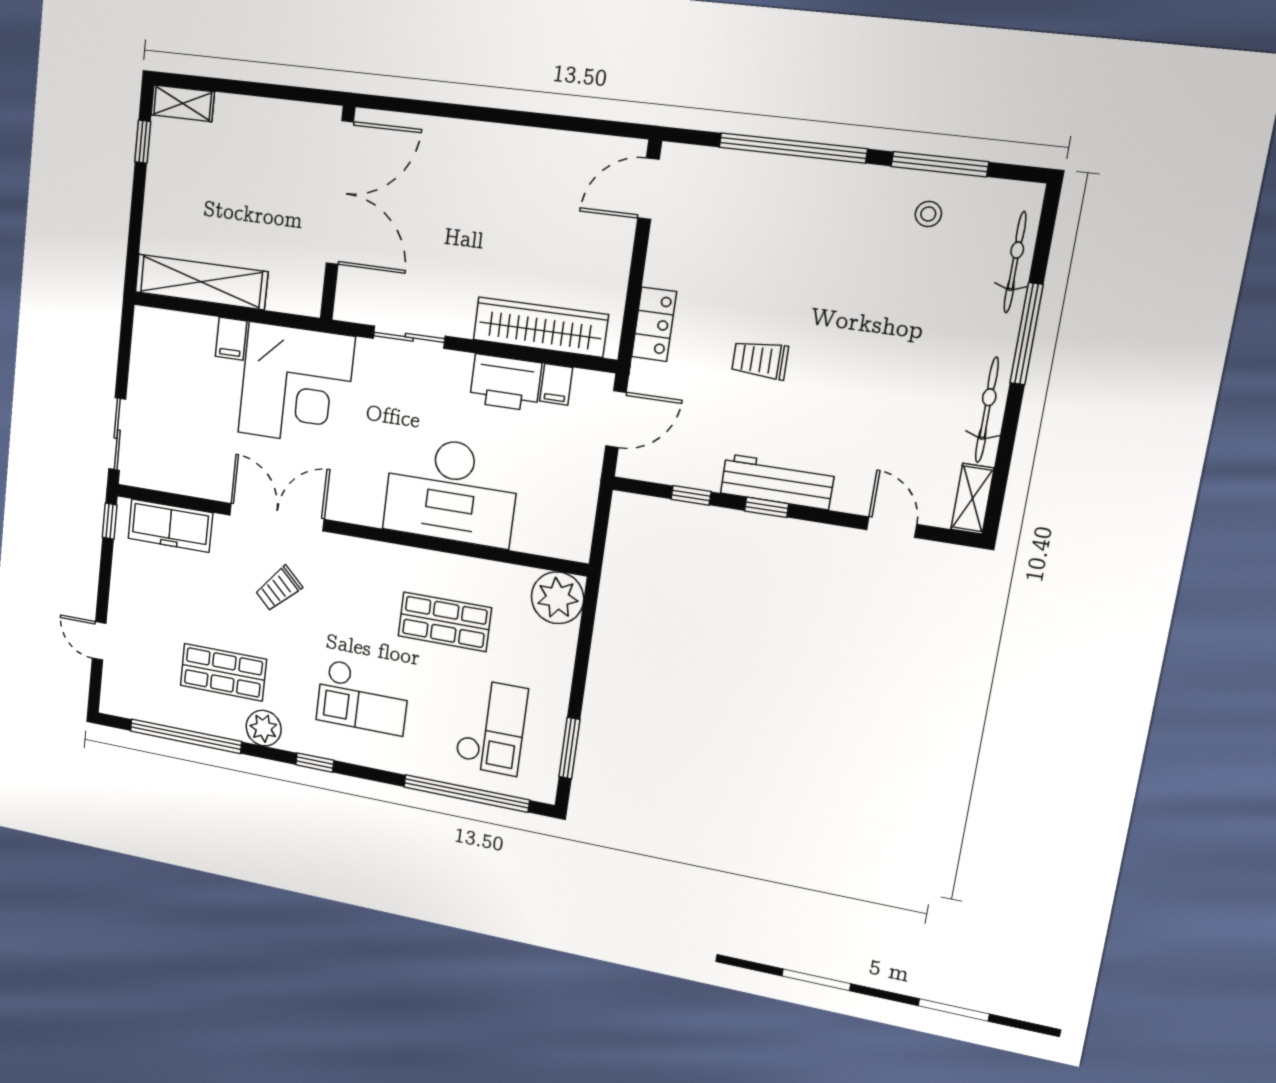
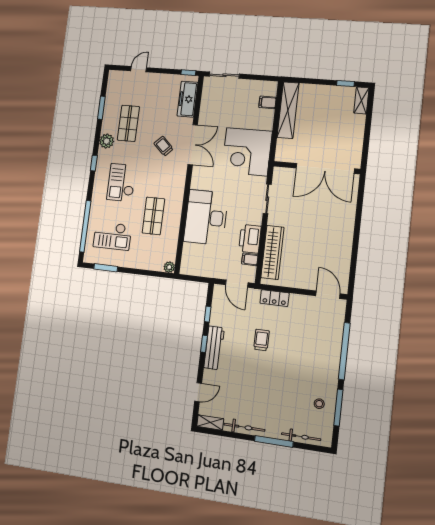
filing cabinet: (231, 339) -> (267, 102), moved
plant: (558, 598) -> (169, 267), width x0.53, depth x0.53
window: (186, 736) -> (101, 108), width x0.47

